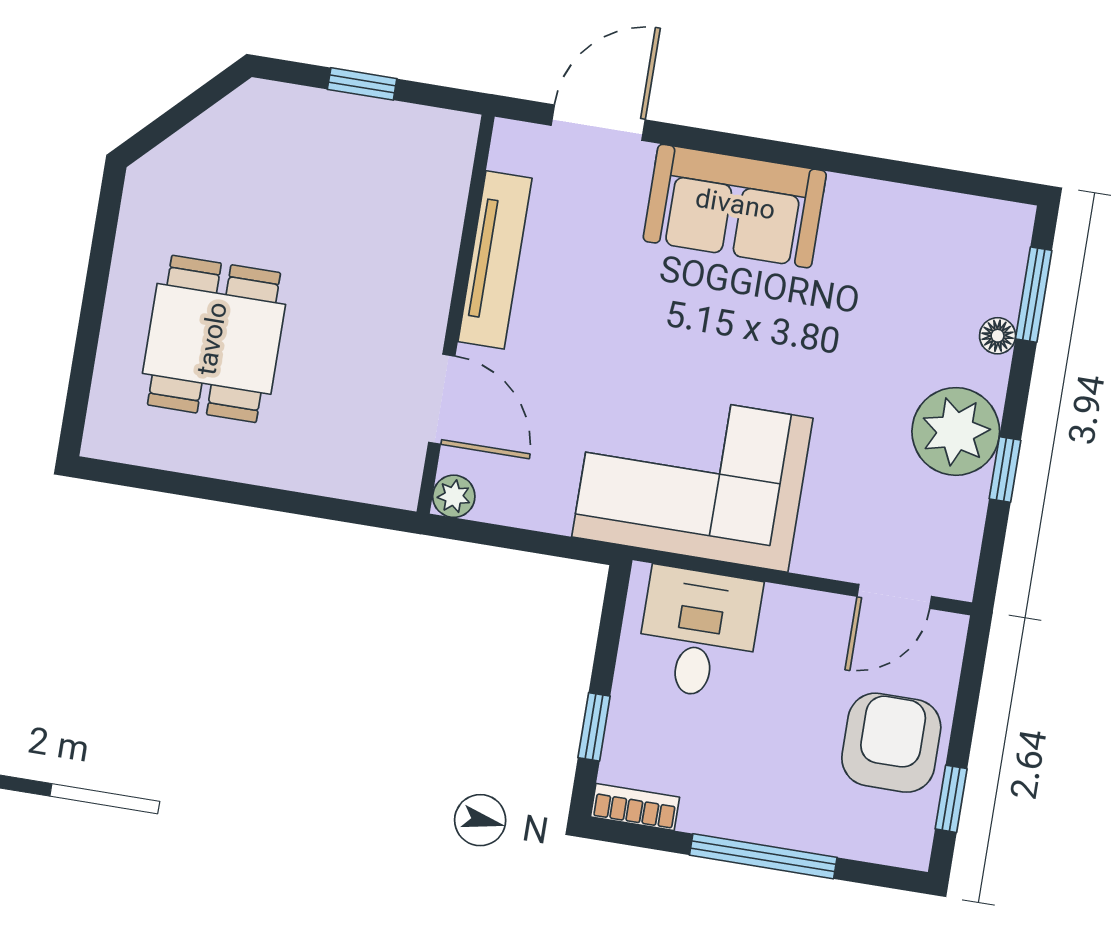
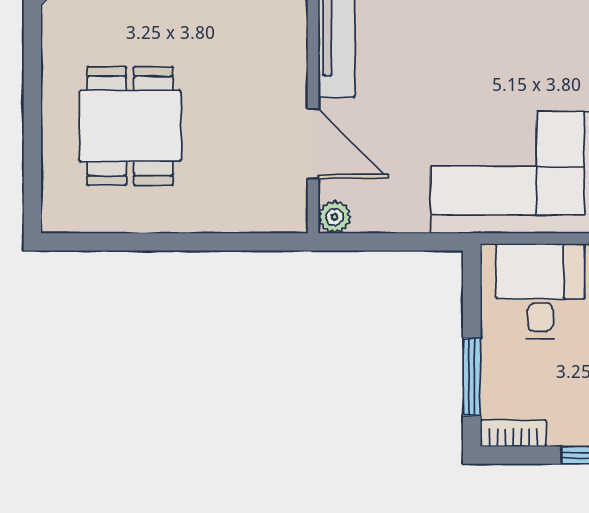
window: (594, 727) -> (472, 377), width x1.50

